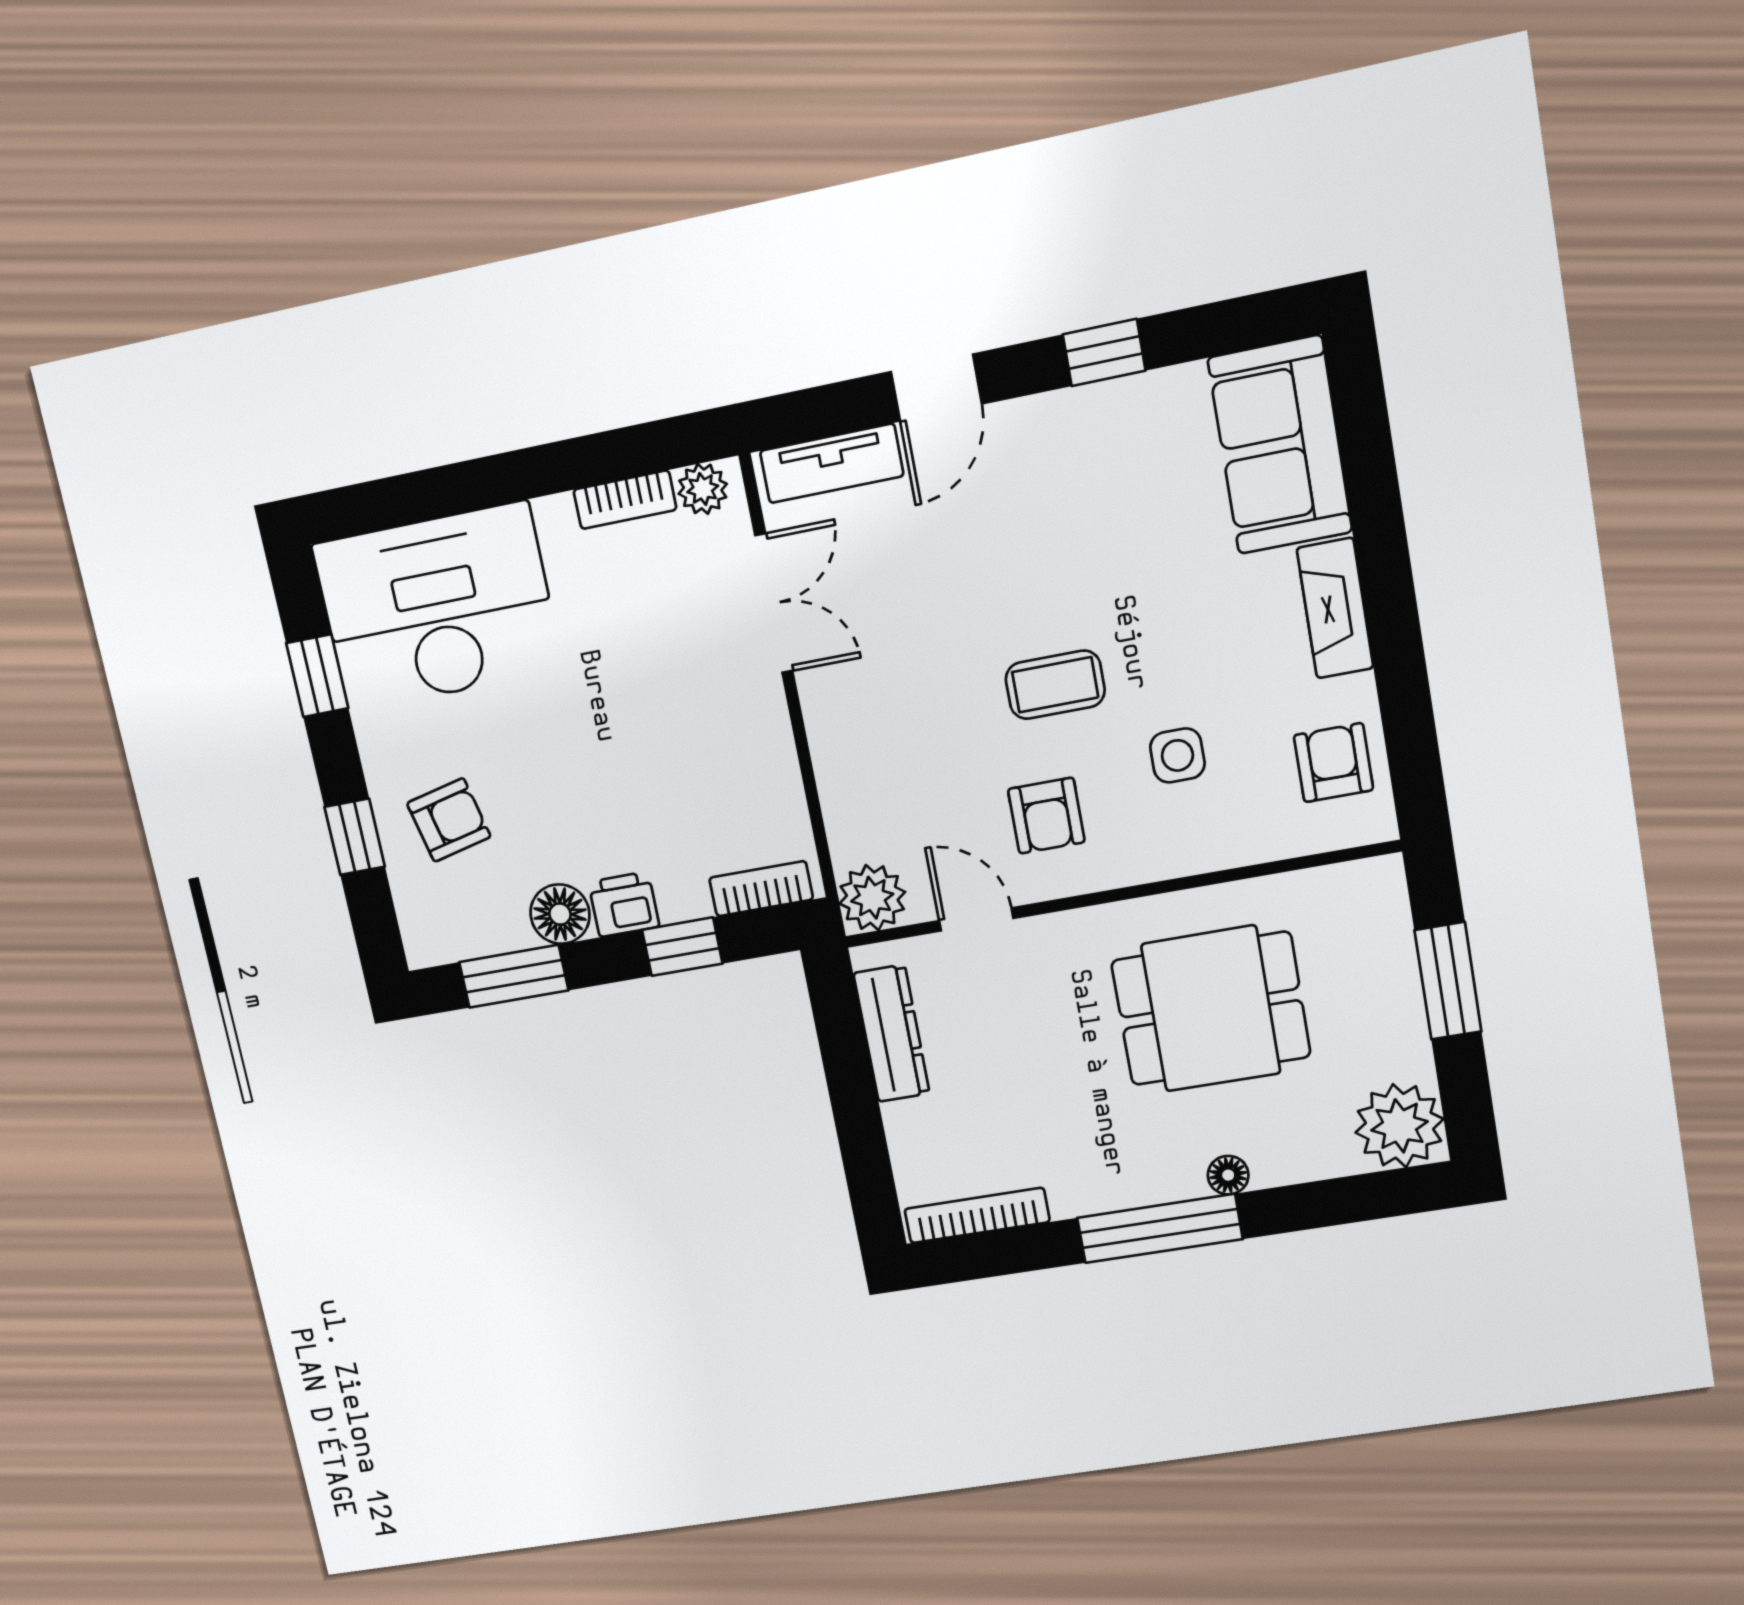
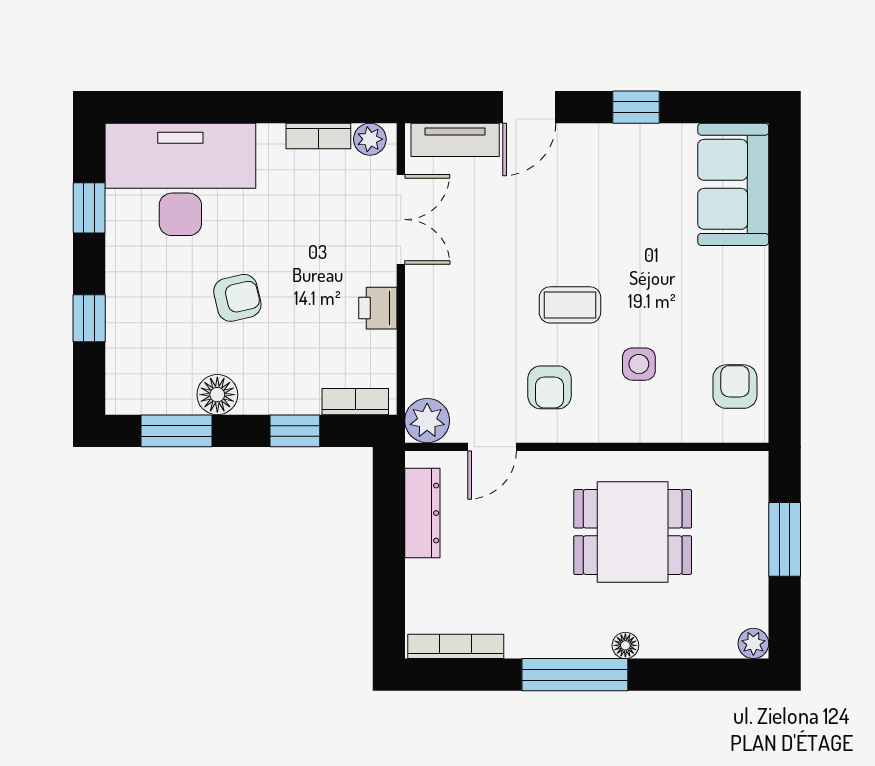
fireplace: (1335, 608) -> (751, 290), removed
armchair: (449, 820) -> (237, 298), moved
printer: (624, 904) -> (378, 308), moved, turned -90
door: (976, 919) -> (492, 447), swing flipped
plant: (1399, 1126) -> (753, 643), width x0.53, depth x0.53

